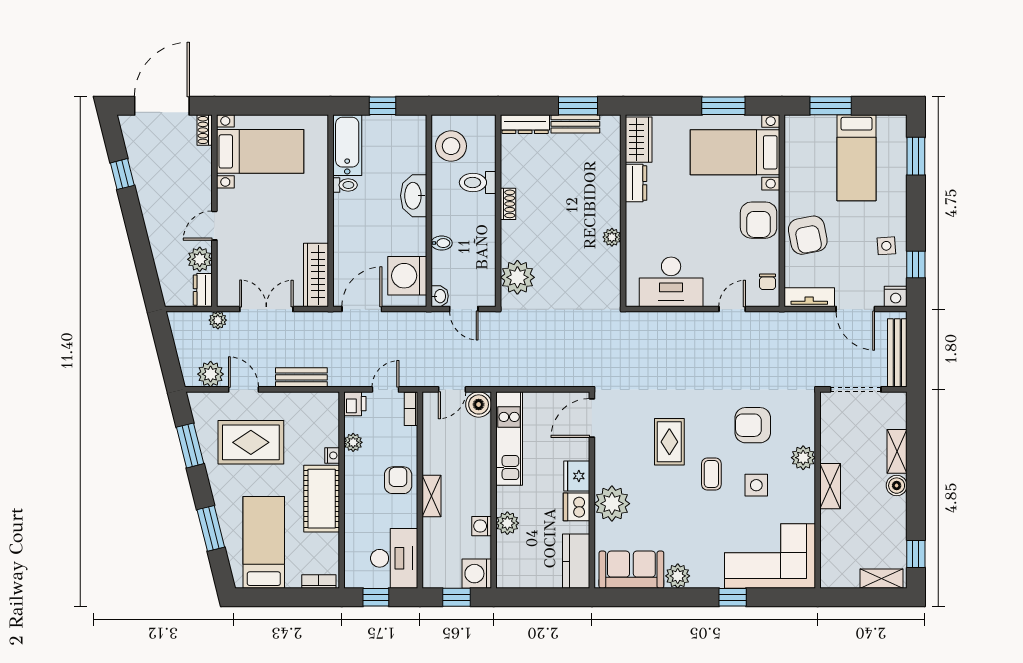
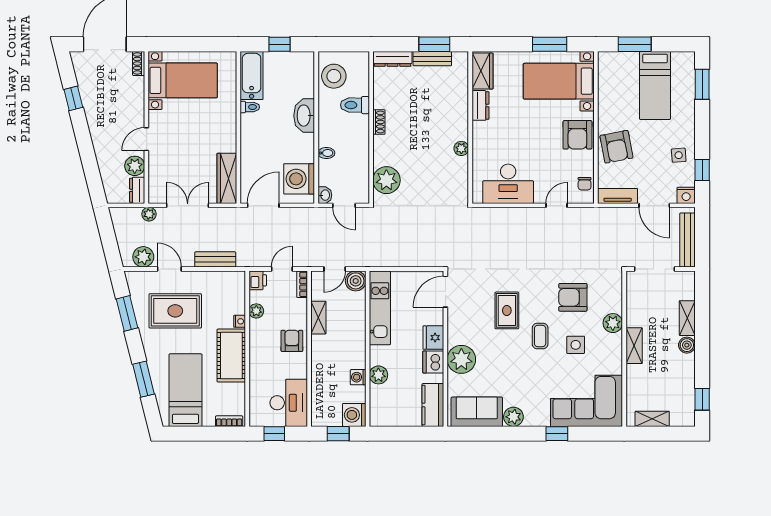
shelving: (432, 496) -> (318, 318), moved
shelving: (882, 579) -> (652, 419), moved

